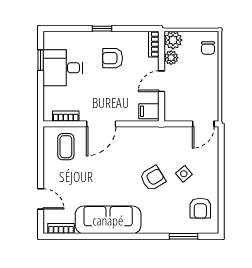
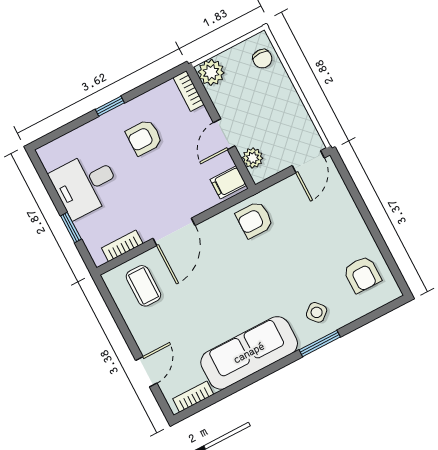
plant: (171, 58) -> (253, 158), moved
window: (41, 60) -> (71, 228), moved
side table: (184, 174) -> (317, 312), moved
armchair: (153, 178) -> (254, 220), moved, turned -149
door: (41, 199) -> (146, 372), hinge flipped
window: (184, 236) -> (320, 343), moved

